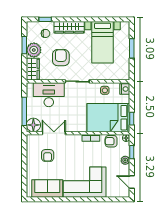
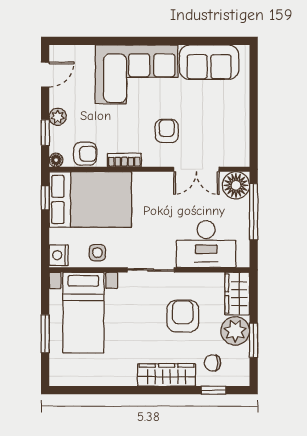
bed with nightstands: (103, 42) -> (83, 313), moved, turned 180
armchair: (61, 58) -> (183, 316), turned 180
armchair: (48, 155) -> (167, 131), moved
door: (132, 182) -> (45, 75), hinge flipped

